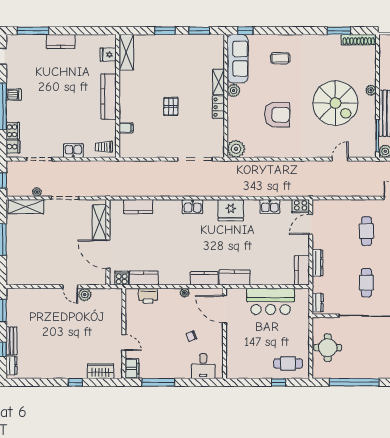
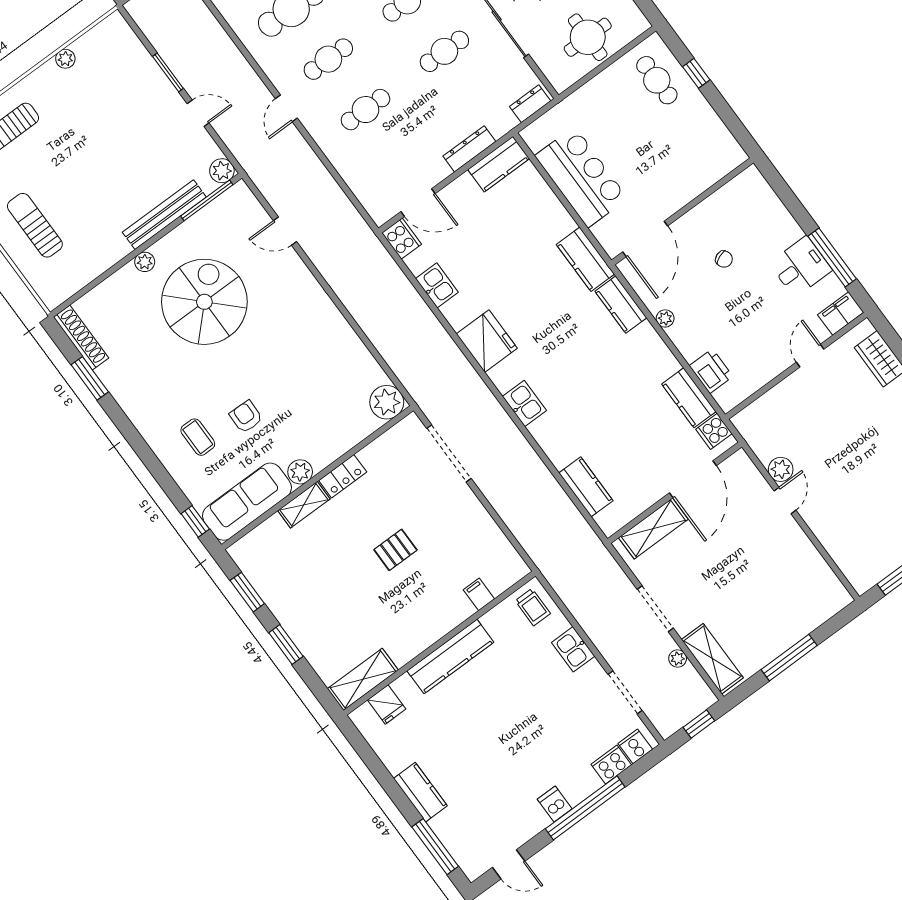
armchair: (277, 115) -> (246, 417), moved, width x0.53, depth x0.53
desk: (203, 366) -> (801, 267), moved

